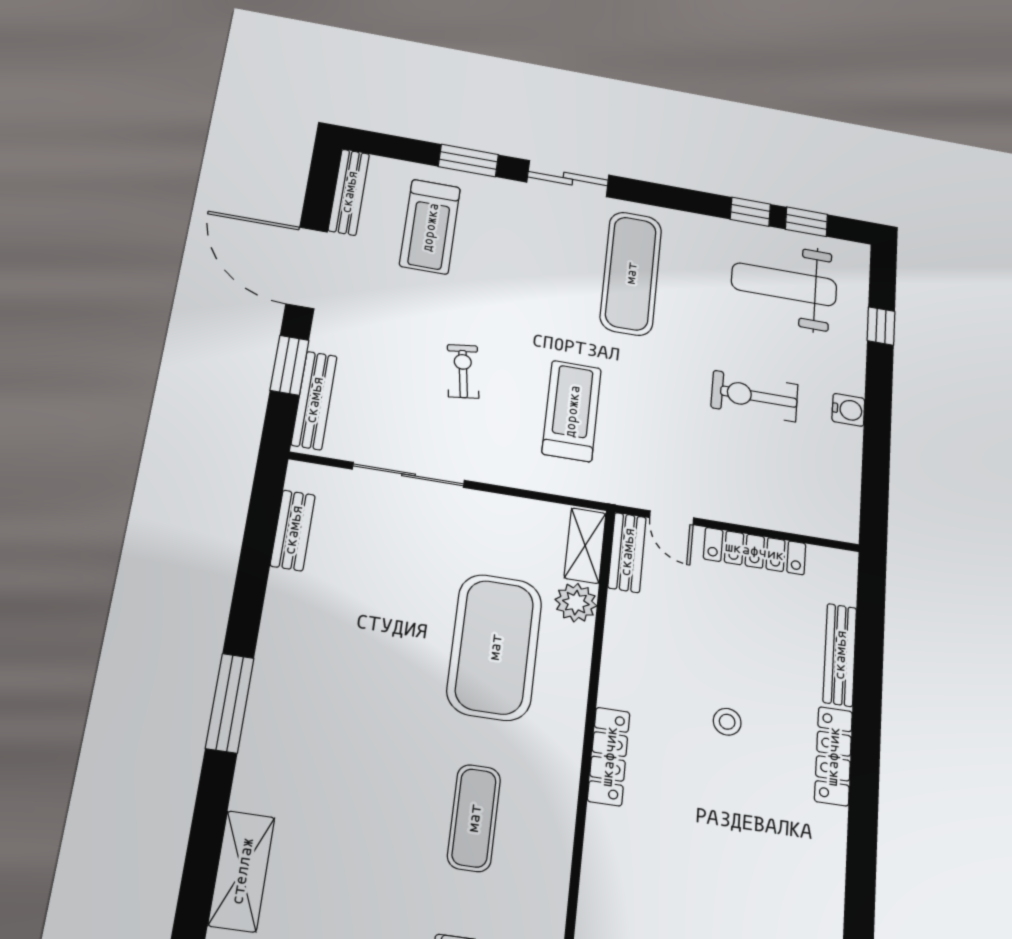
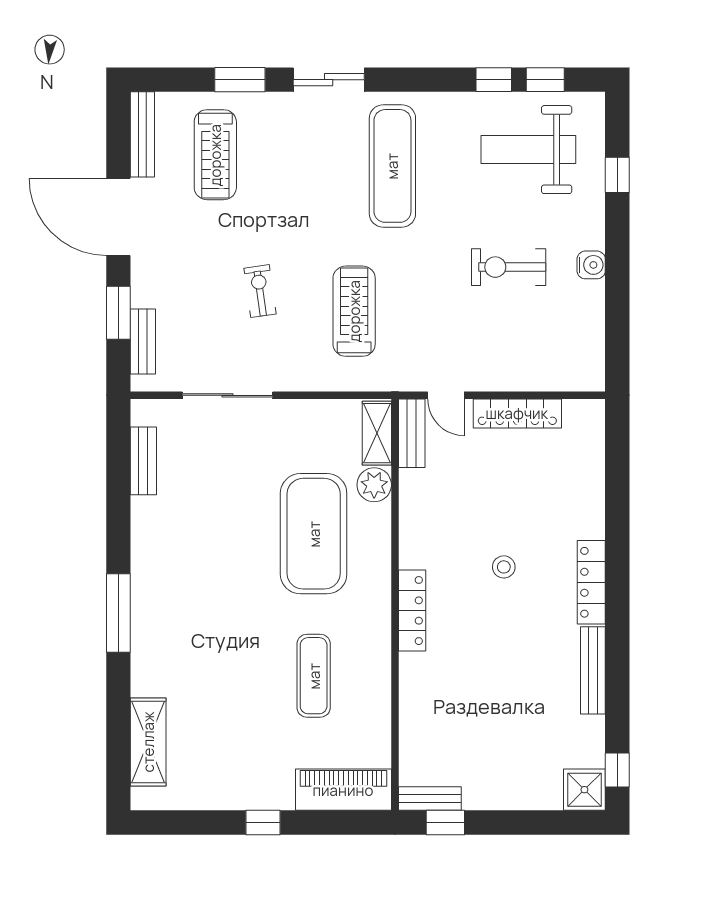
bench: (314, 400) -> (143, 342), width x0.73
bench: (840, 655) -> (593, 670), moved

